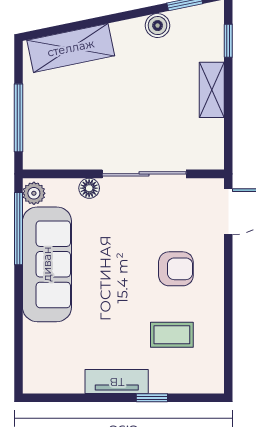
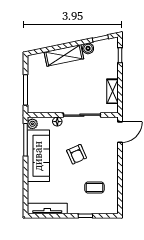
shelving: (71, 48) -> (64, 55), moved
shelving: (212, 90) -> (112, 91), moved
armchair: (176, 269) -> (77, 154), moved, turned 66
tv unit: (117, 382) -> (47, 208), moved, width x1.41

